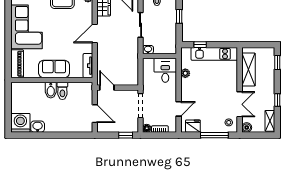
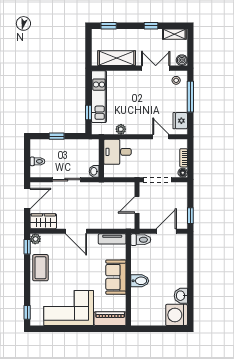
door: (107, 88) -> (137, 205), moved
toilet: (62, 91) -> (141, 240), moved
window: (126, 135) -> (190, 216), moved

